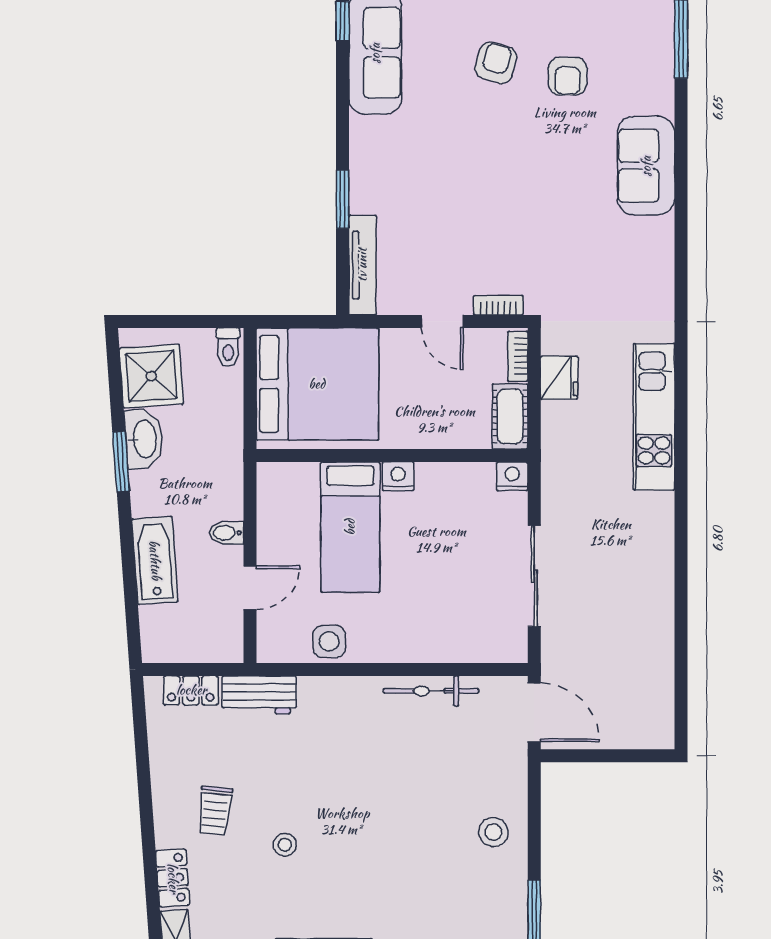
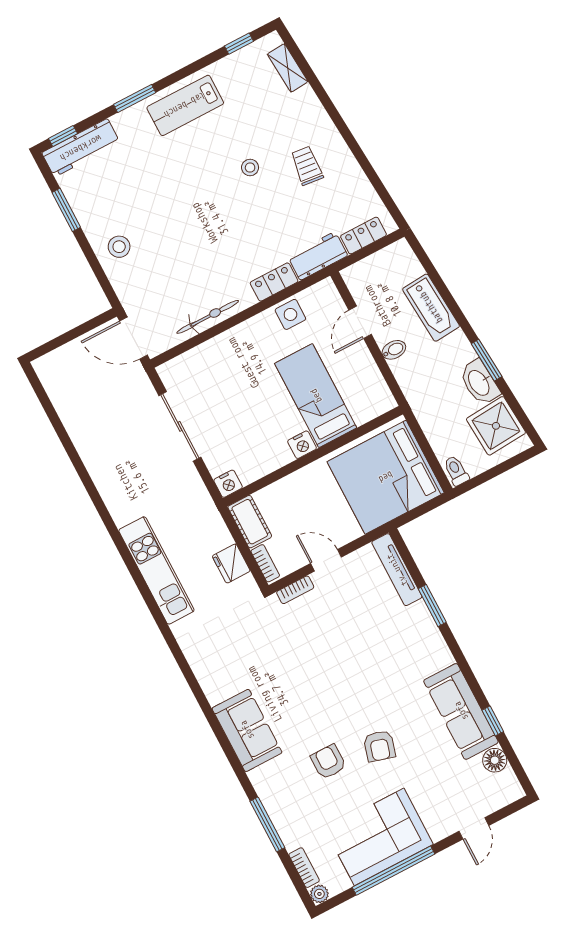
locker: (173, 878) -> (274, 282), moved, turned 94

